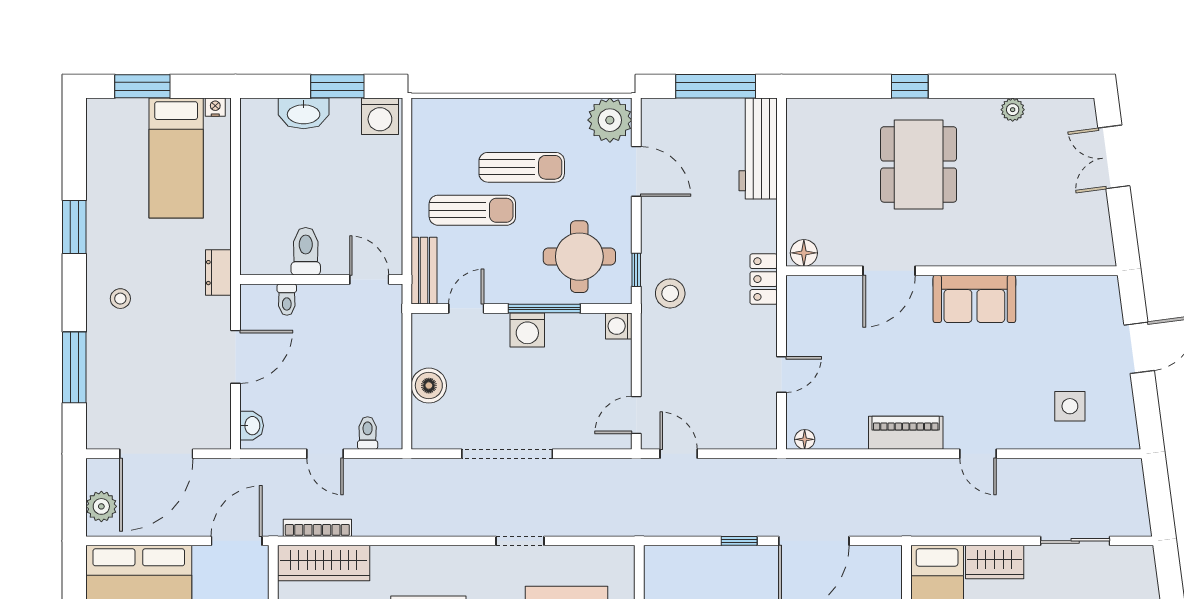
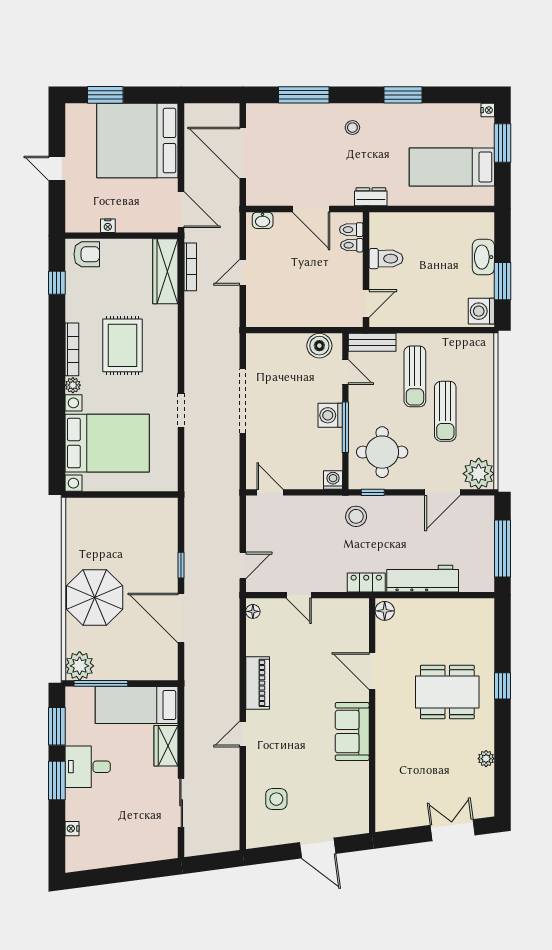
nightstand: (215, 107) -> (488, 110), moved
workbench: (758, 149) -> (423, 579), moved
boiler: (429, 386) -> (319, 346), moved
toilet: (368, 433) -> (351, 230), moved, turned 180
door: (679, 454) -> (243, 565), moved
plant: (101, 506) -> (205, 114), removed

